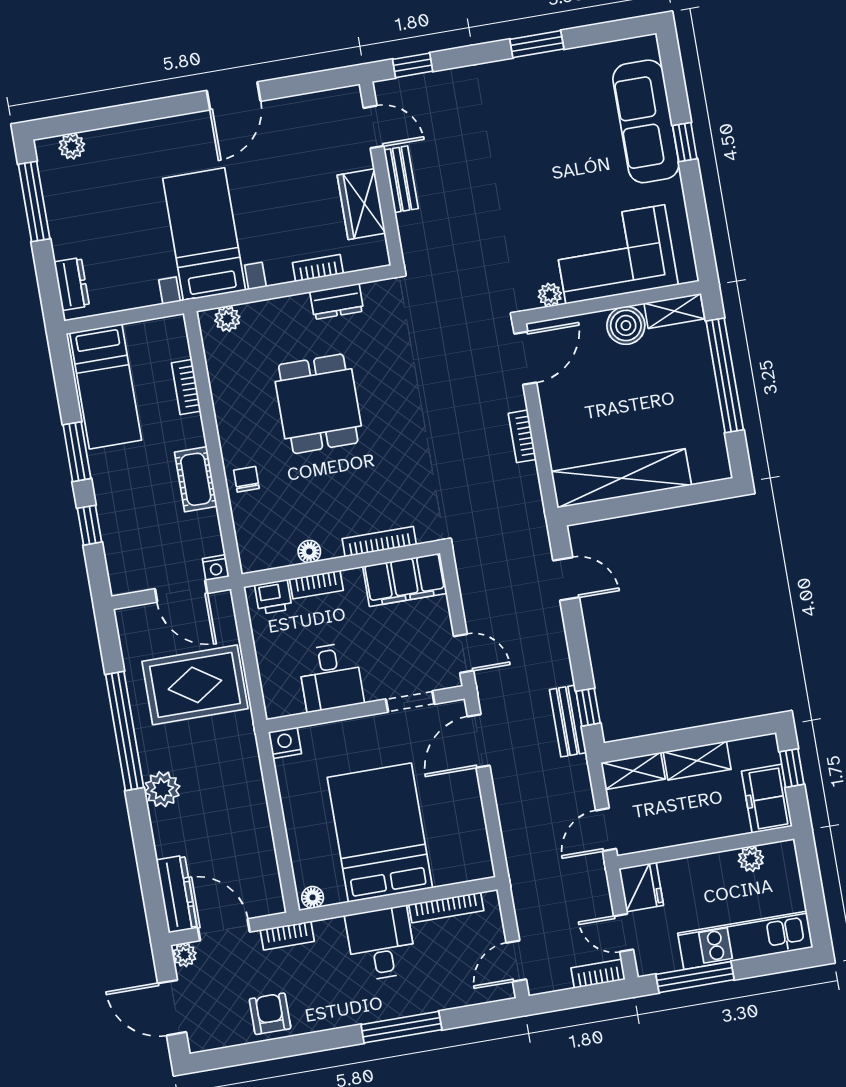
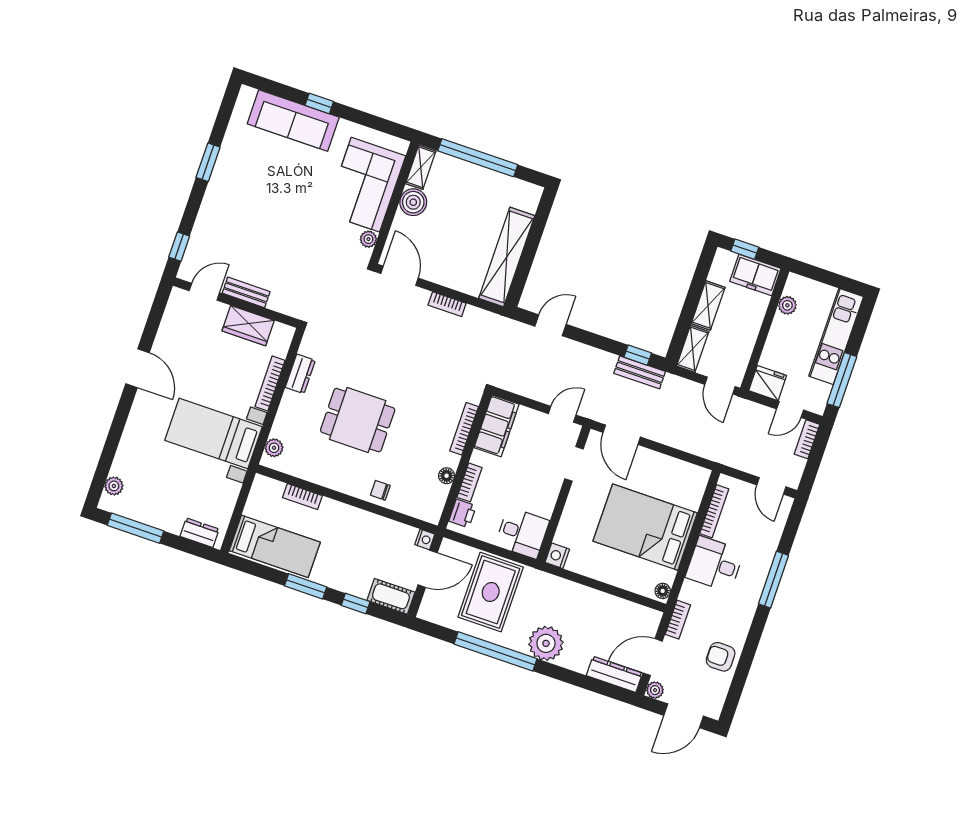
bookcase: (318, 268) -> (270, 383), width x1.56
cot: (196, 479) -> (391, 596), moved
desk: (331, 677) -> (522, 533), moved
plant: (162, 789) -> (546, 643), width x1.36, depth x1.36

